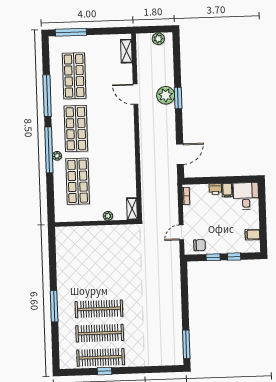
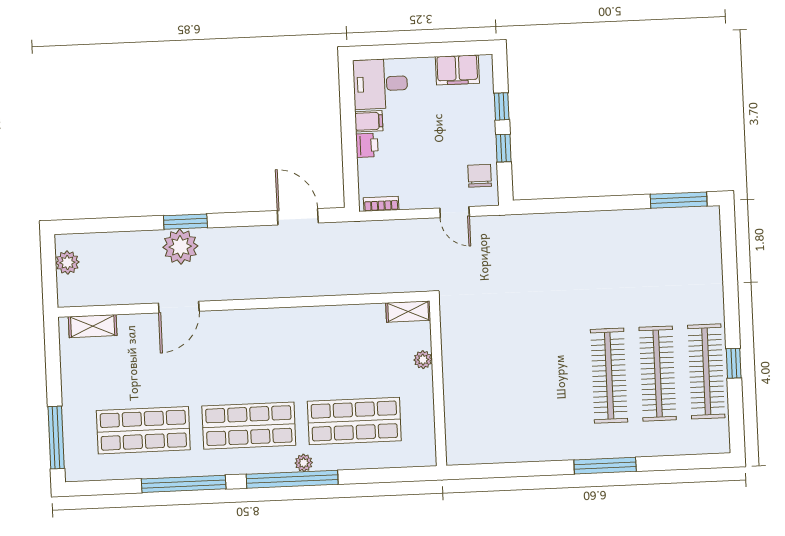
filing cabinet: (252, 235) -> (457, 70), width x2.00

